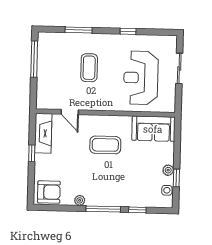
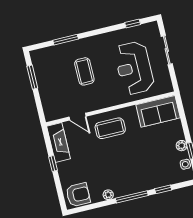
window: (128, 31) -> (133, 24), moved
window: (34, 59) -> (32, 77), width x0.69
coffee table: (105, 145) -> (110, 128), moved

